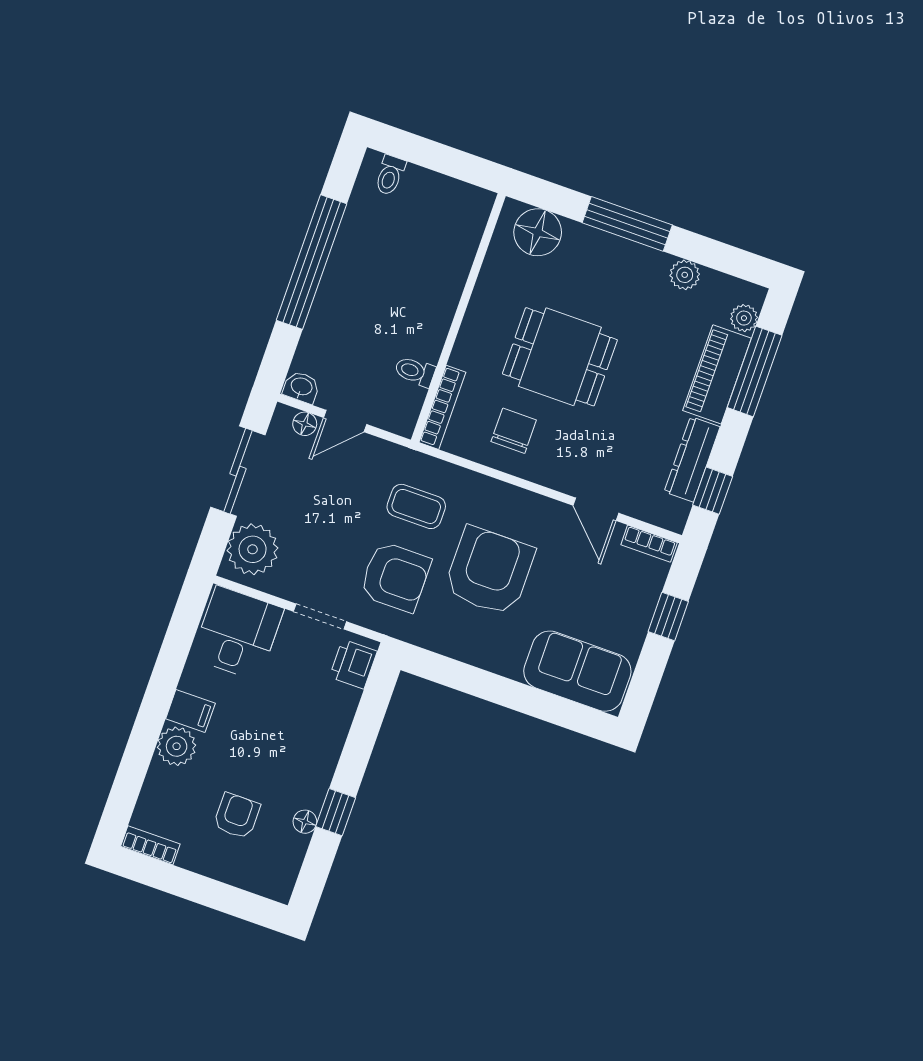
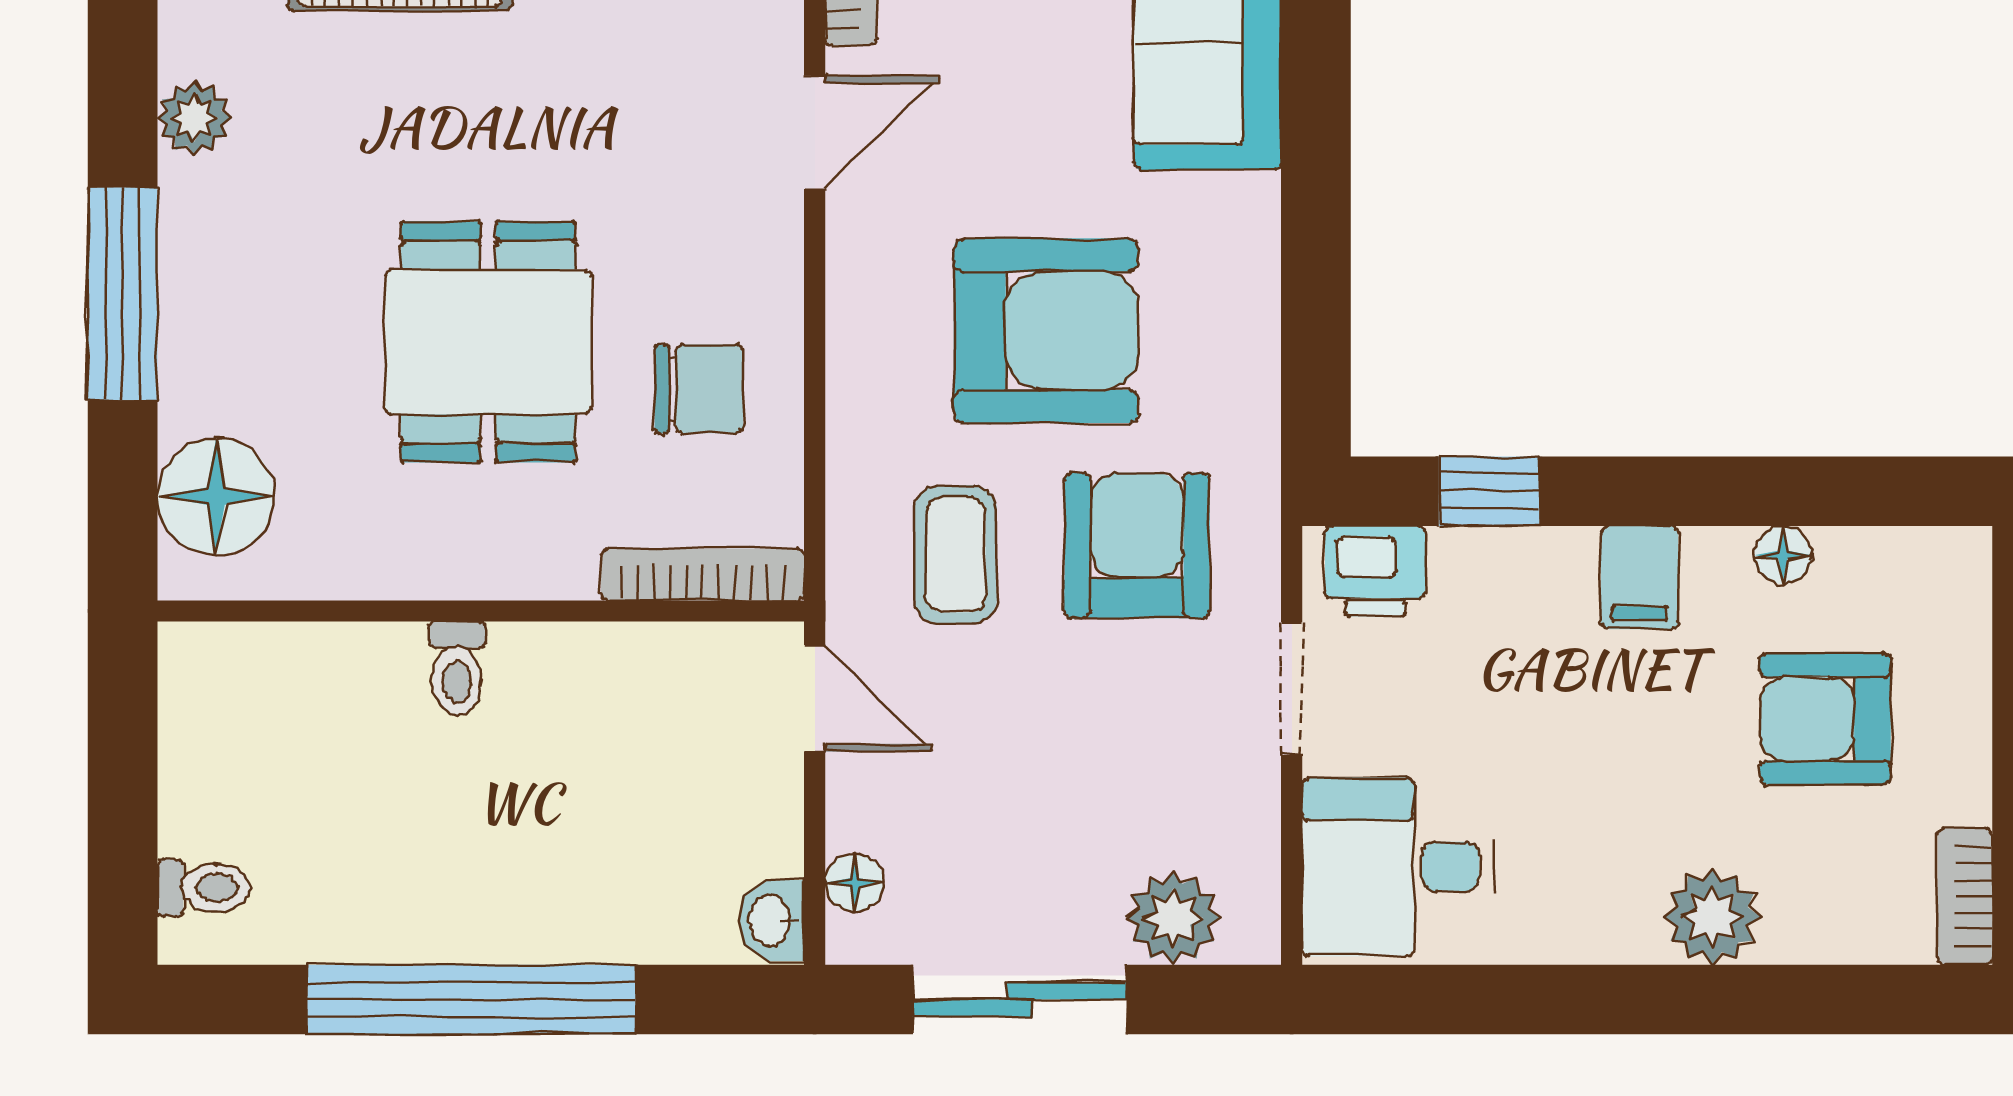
toilet: (415, 371) -> (457, 668), moved
door: (345, 421) -> (815, 698), moved
chair: (514, 431) -> (699, 389), turned 180
plant: (253, 549) -> (1173, 918), width x0.73, depth x0.73
armchair: (489, 571) -> (1046, 331), turned 180
filing cabinet: (190, 711) -> (1640, 578), moved, turned 180
window: (336, 812) -> (1489, 491), moved
armchair: (237, 816) -> (1825, 719), width x1.38, depth x1.38

